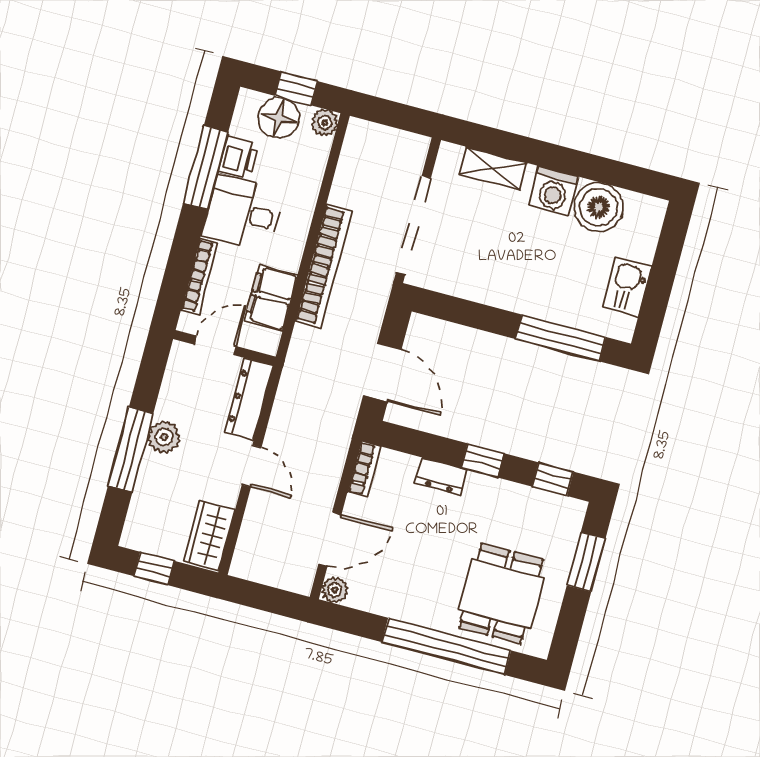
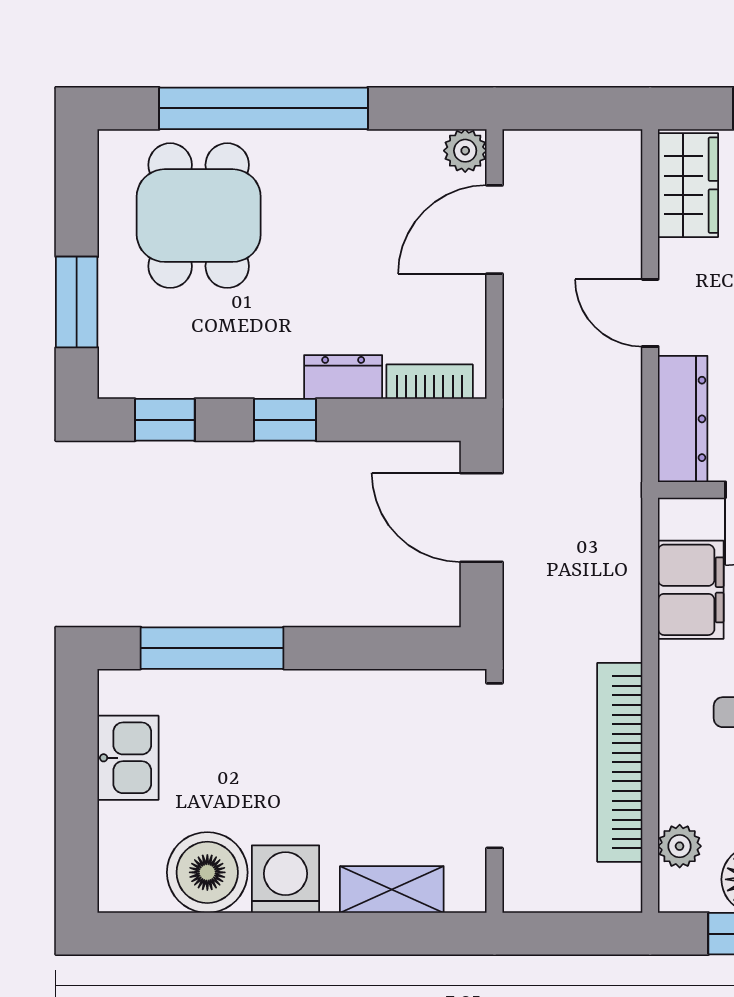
plant: (325, 123) -> (680, 846), moved
bookcase: (324, 266) -> (620, 762), moved
bookcase: (364, 469) -> (430, 382), moved, turned 90

